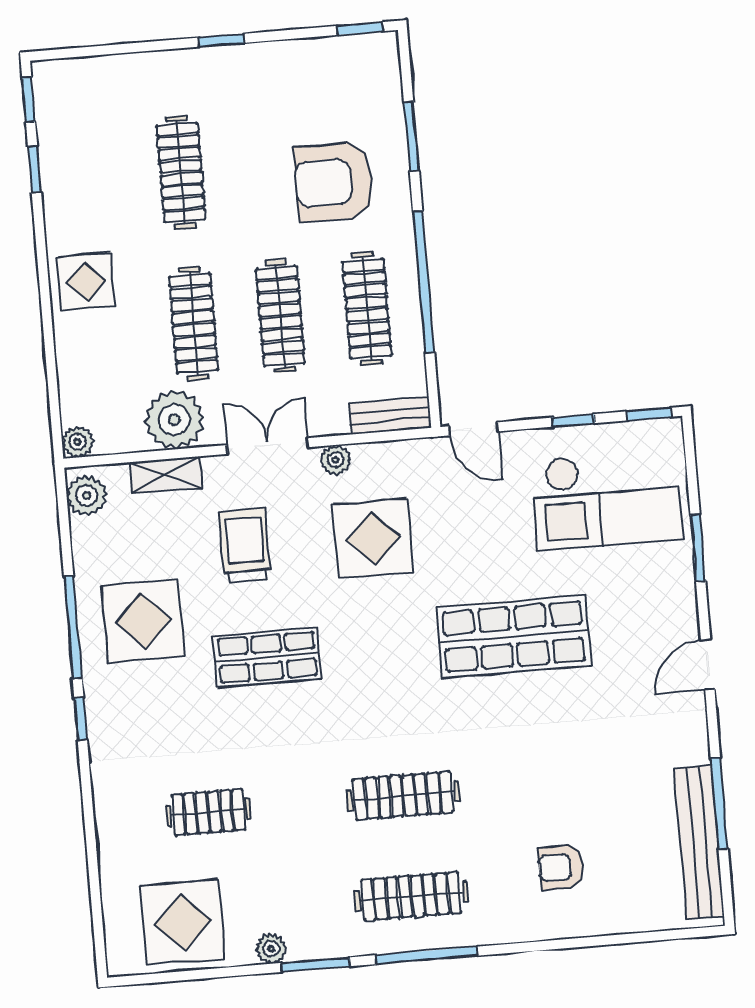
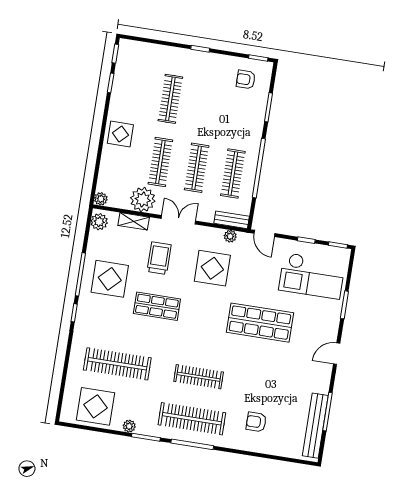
armchair: (334, 182) -> (246, 80), moved, width x0.53, depth x0.53
plant: (336, 460) -> (230, 236), moved
clothes rail: (209, 812) -> (117, 364), width x1.86, depth x1.31
clothes rail: (411, 896) -> (192, 419), width x1.37, depth x1.31

